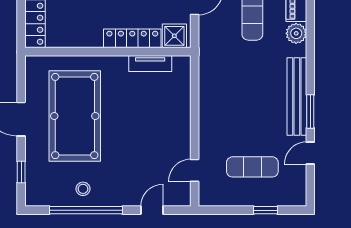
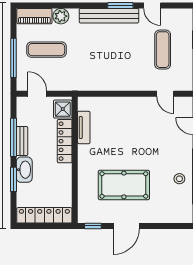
pool table: (75, 116) -> (124, 185), width x0.73, depth x0.76
window: (21, 172) -> (93, 226), moved

